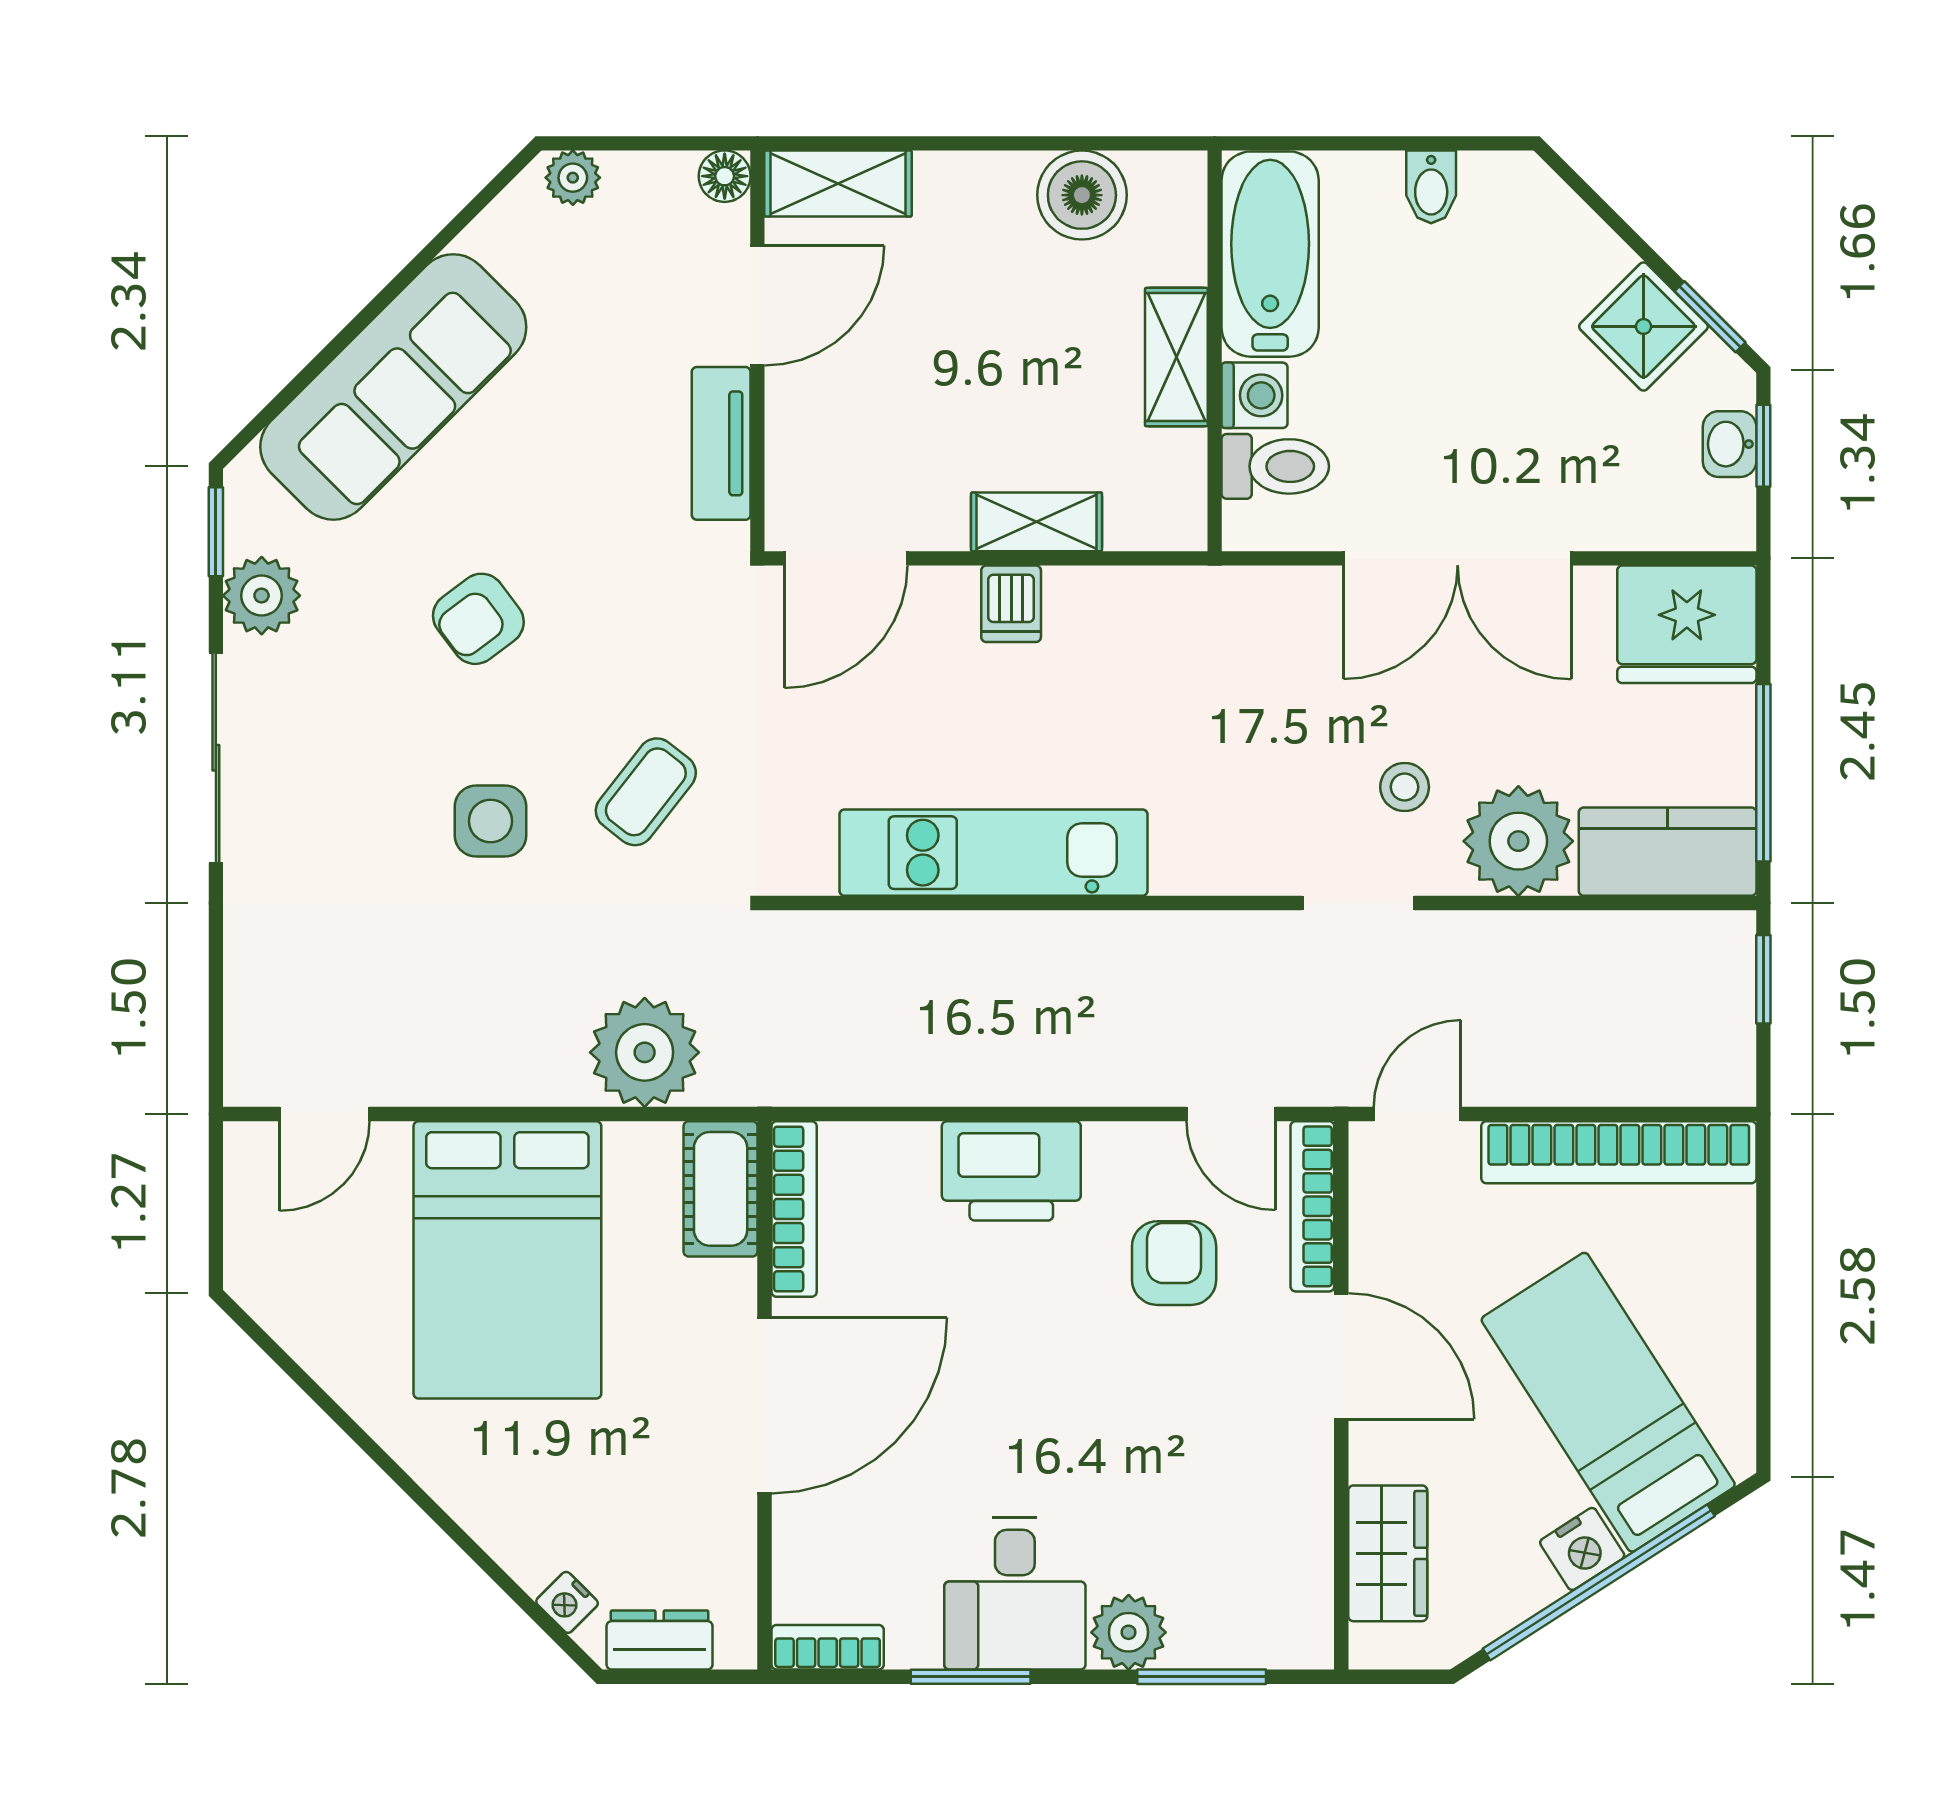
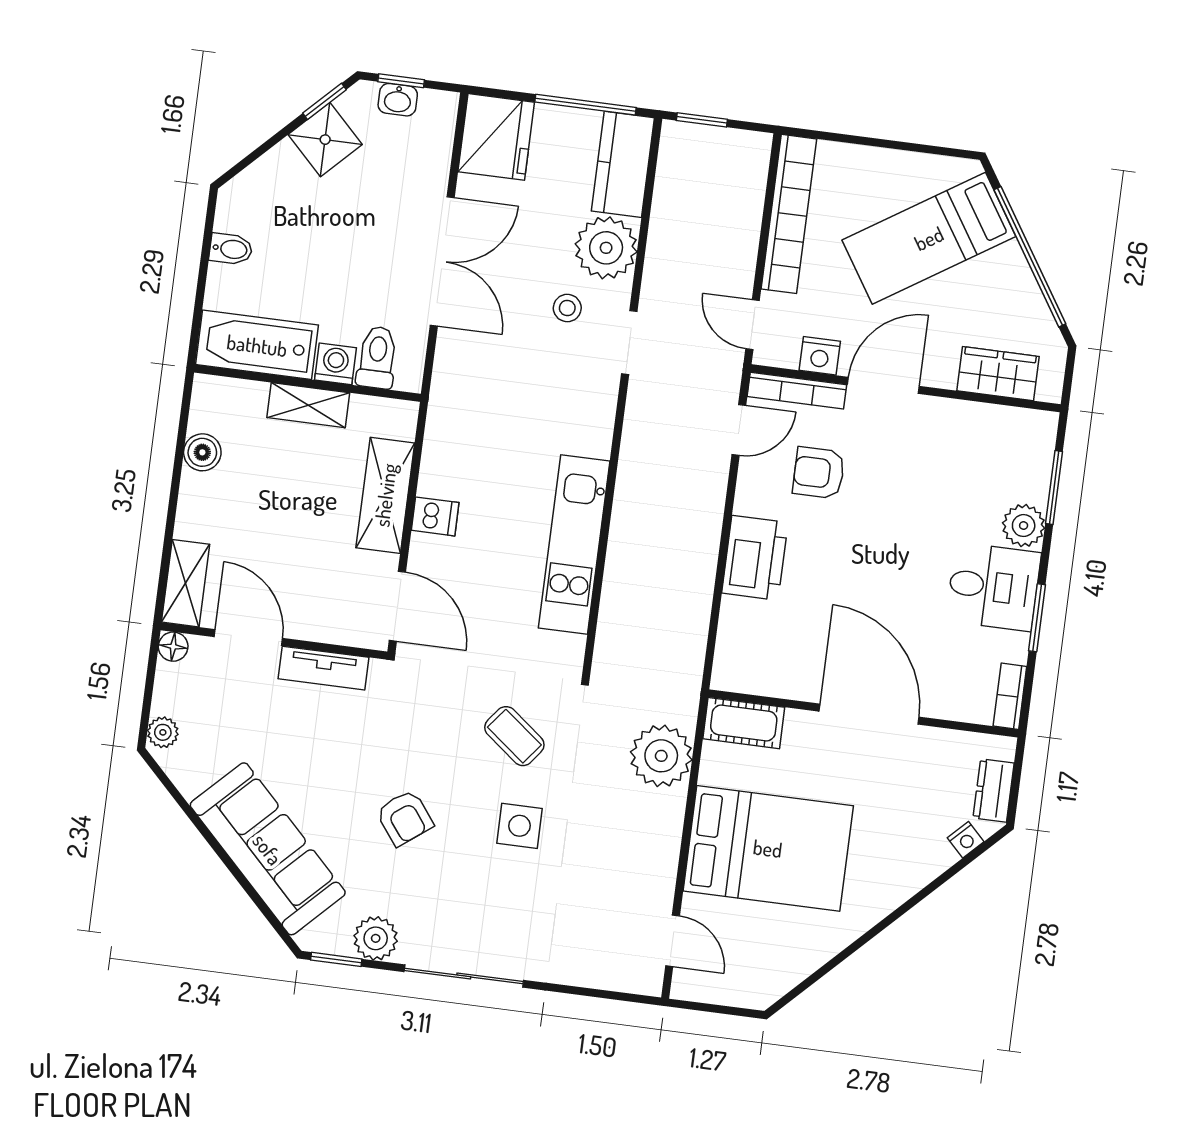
boiler: (1082, 195) -> (202, 452), width x0.73, depth x0.73
shelving: (1037, 522) -> (385, 495), width x1.50, depth x1.33
bookcase: (794, 1209) -> (760, 683), removed
nightstand: (1582, 1549) -> (820, 356), moved, turned 123

